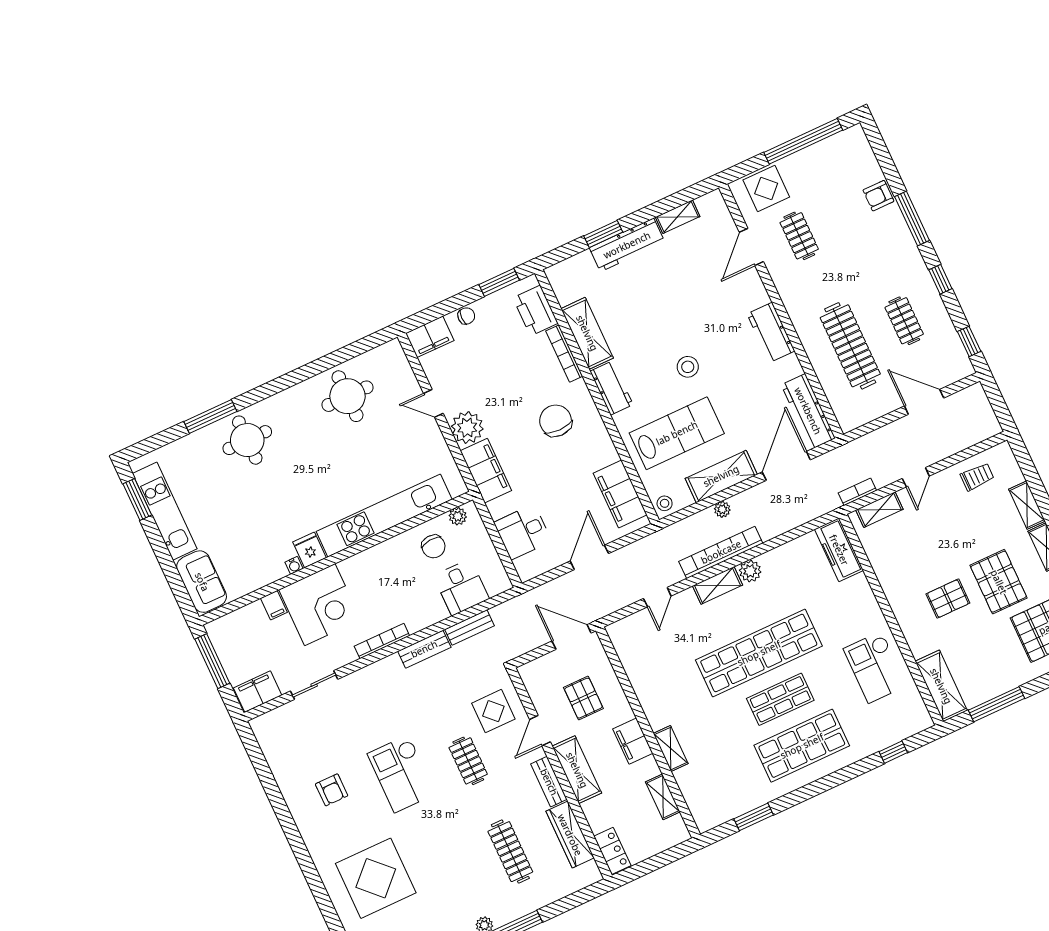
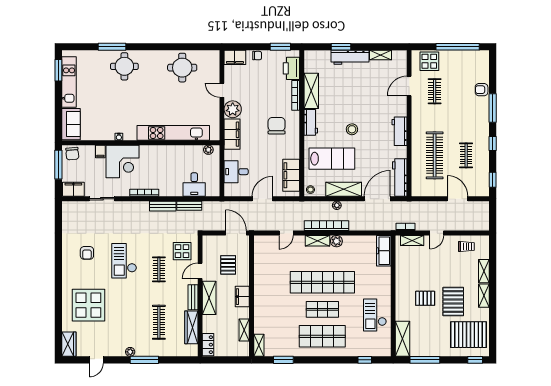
chair: (433, 546) -> (72, 154), moved
fridge: (309, 550) -> (130, 133), removed
shelving: (671, 749) -> (259, 345), moved

